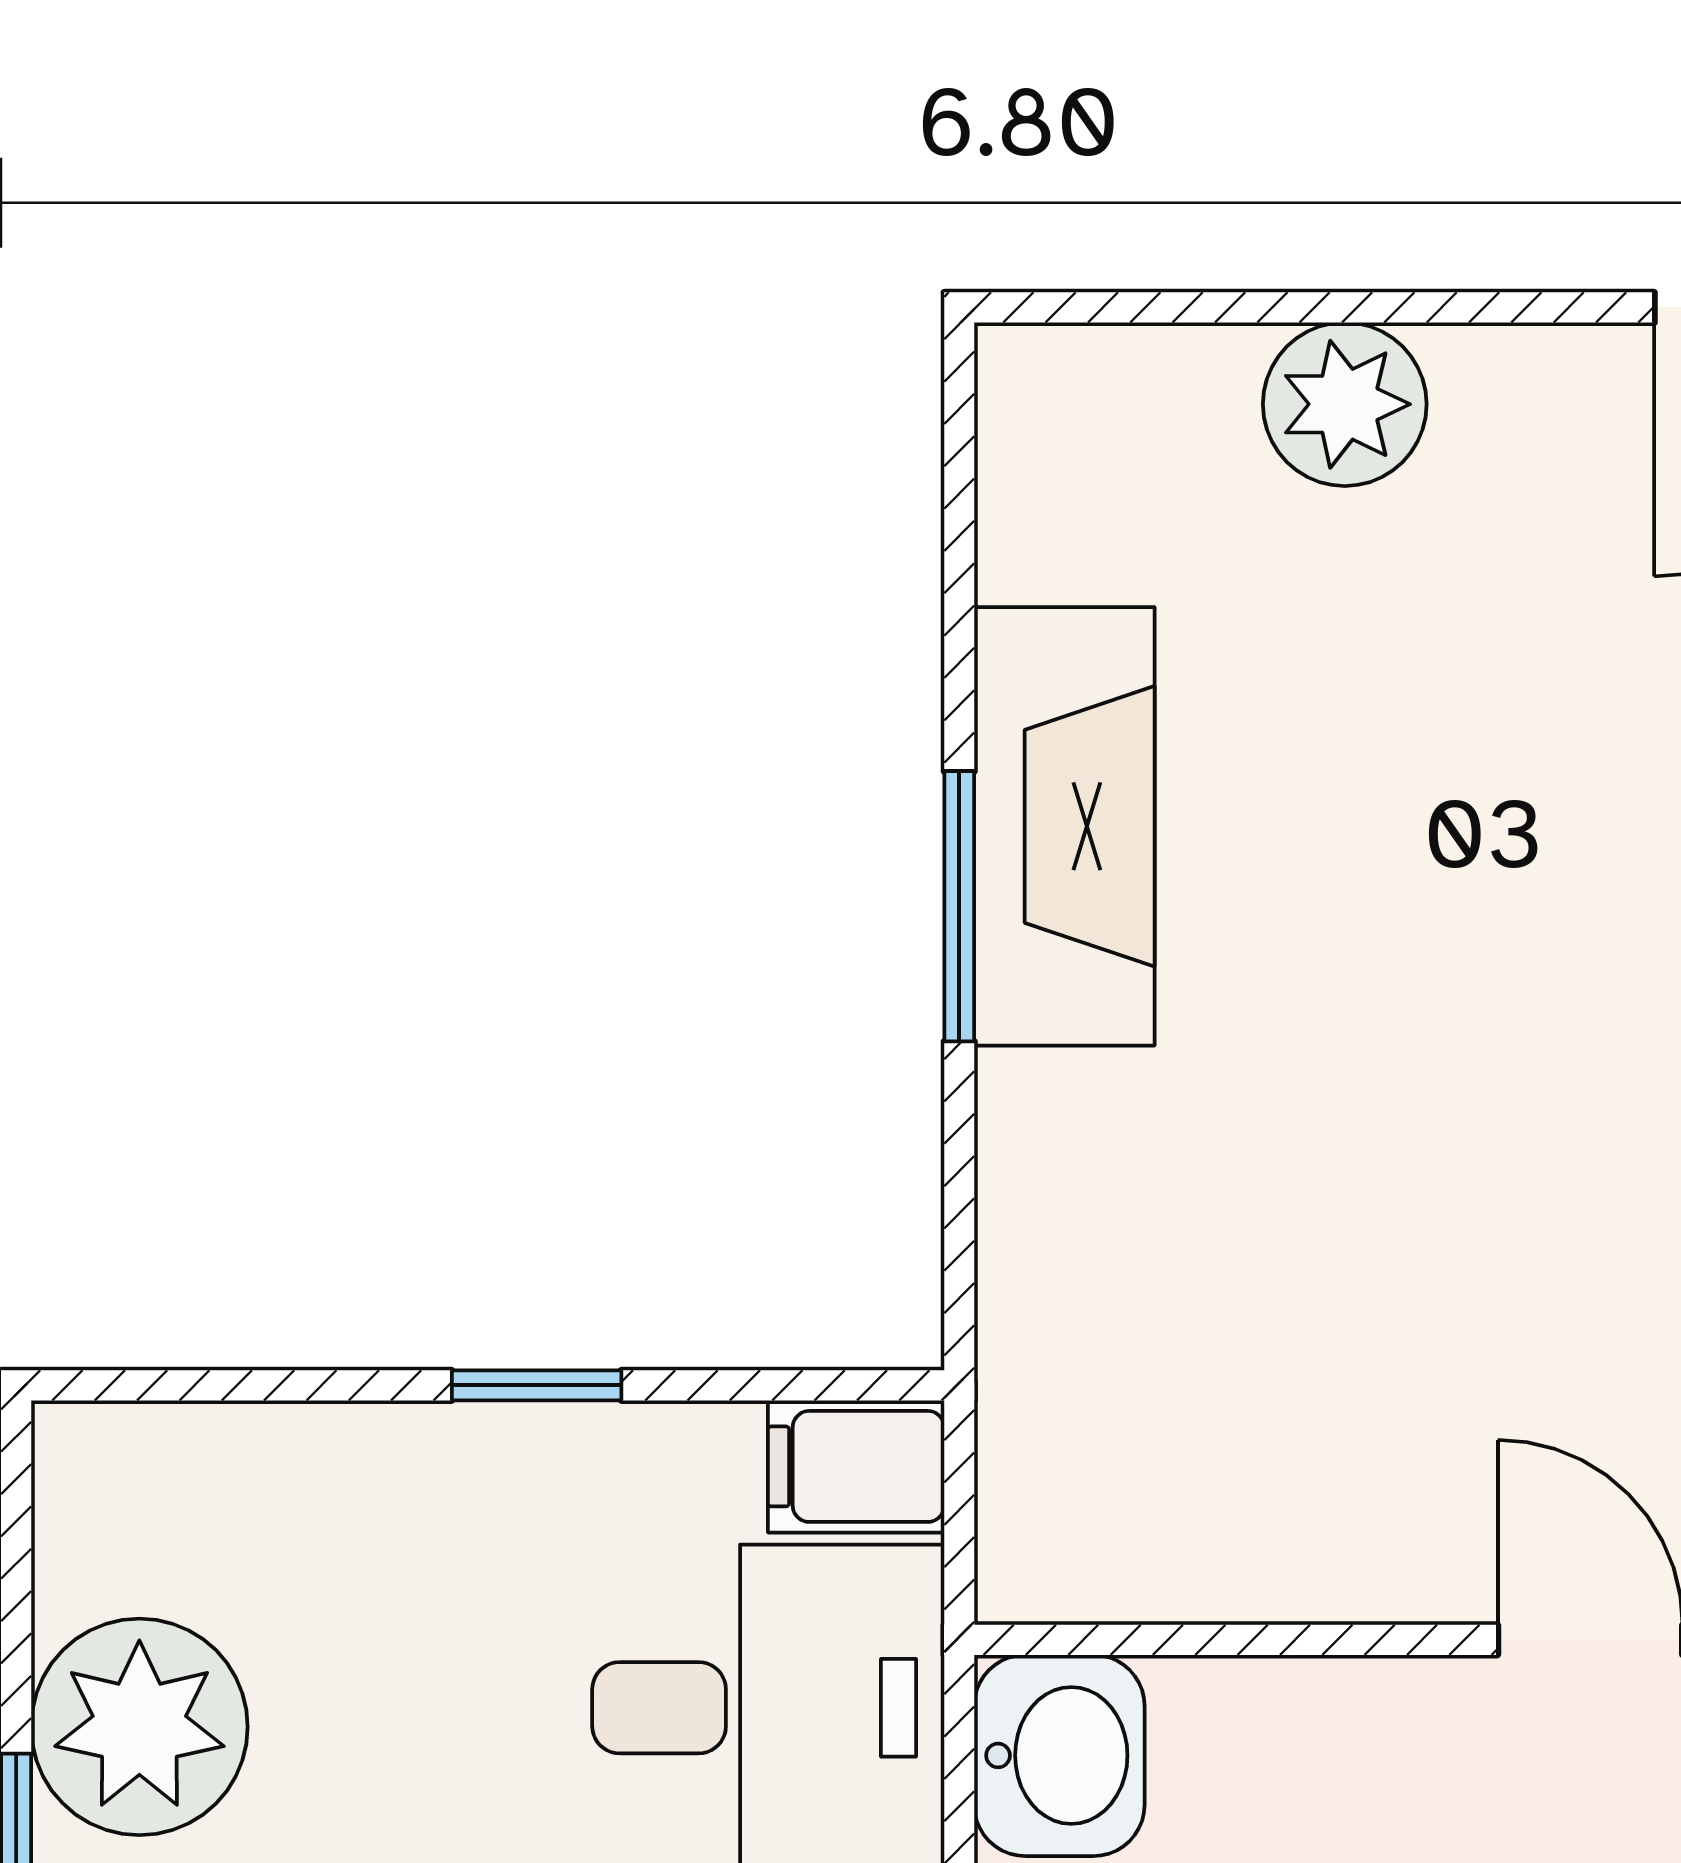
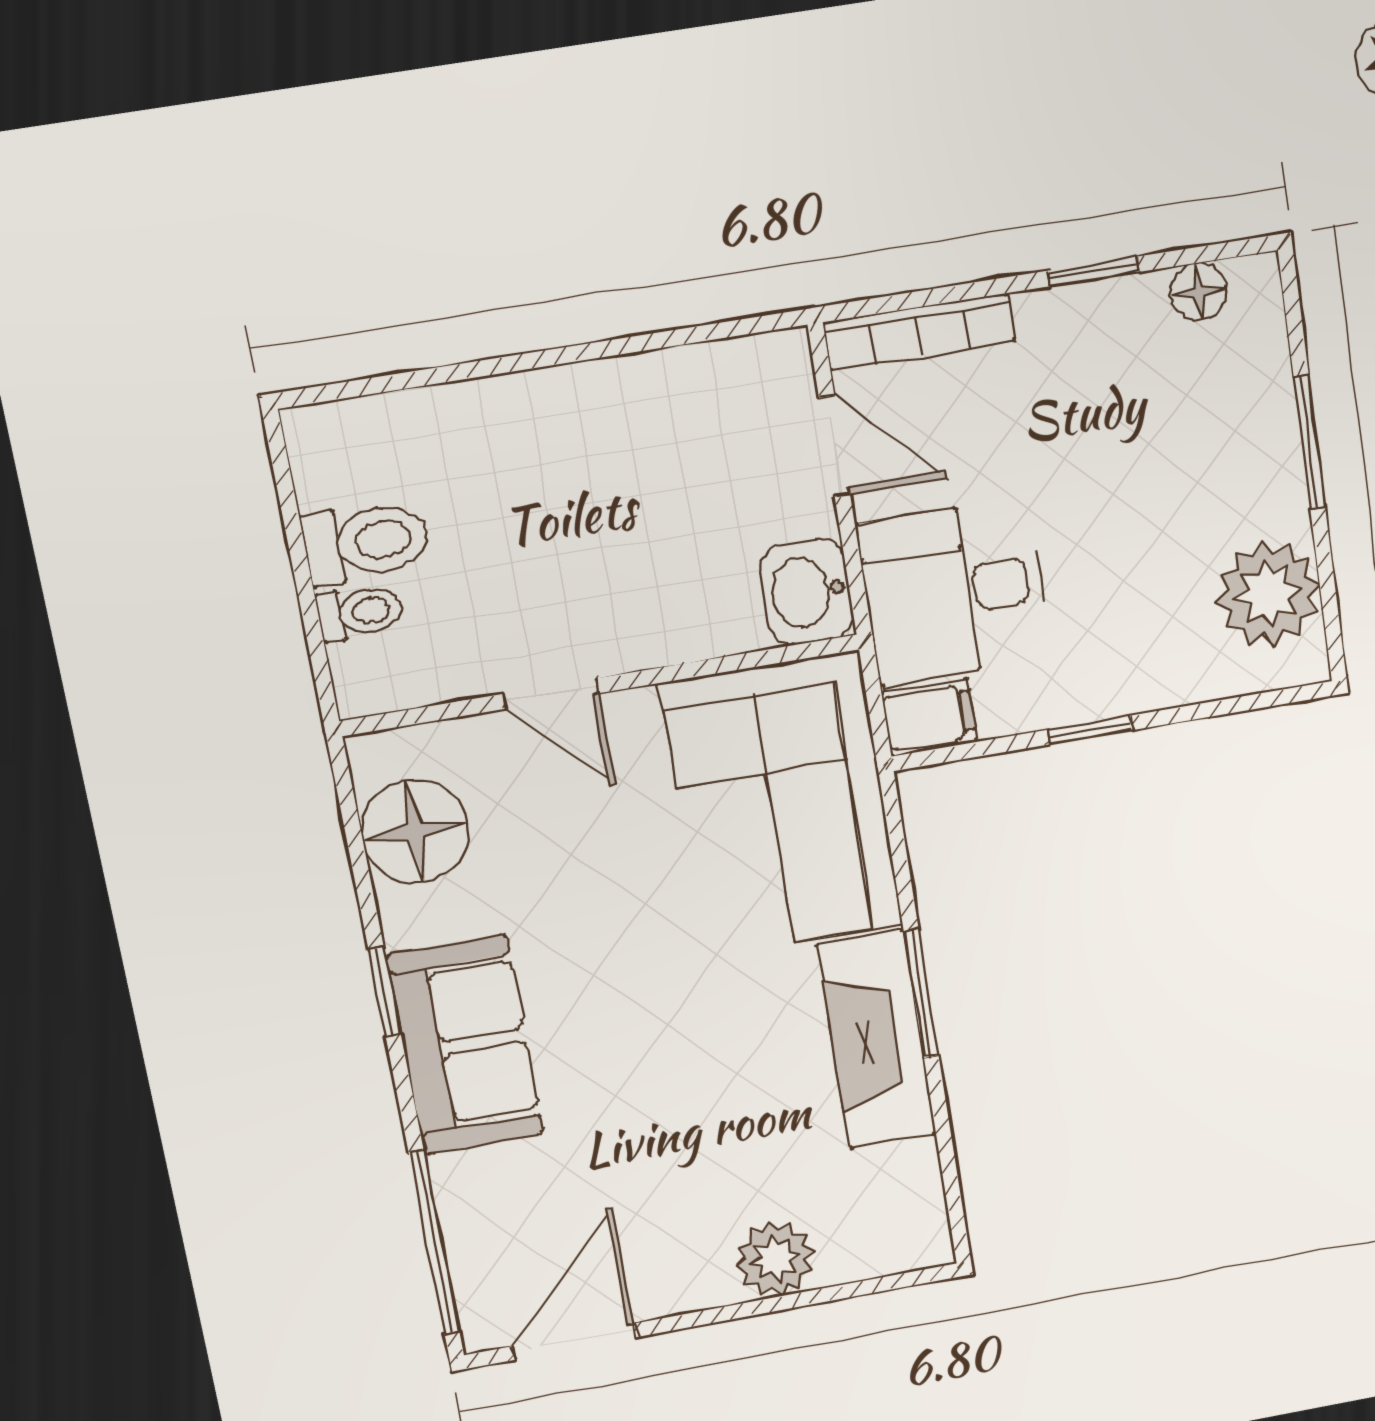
corner sofa: (1177, 1341) -> (782, 805), added
plant: (139, 1727) -> (1268, 594), moved

